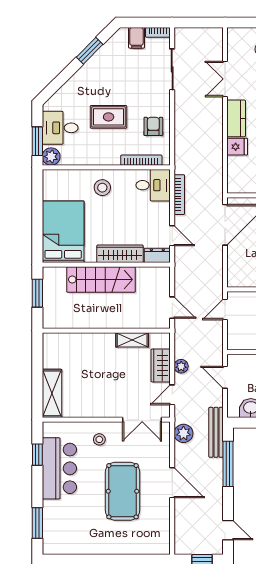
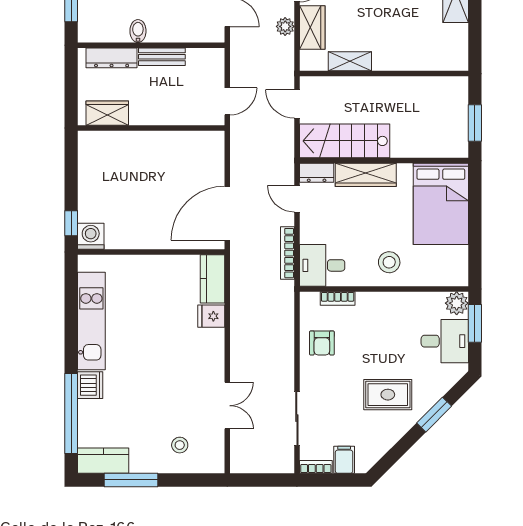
window: (90, 51) -> (434, 415), moved
rug: (109, 117) -> (388, 395), moved
kitchen counter: (236, 118) -> (213, 279), moved
bookcase: (141, 160) -> (338, 298), width x0.64
stairs: (101, 280) -> (345, 141), moved

